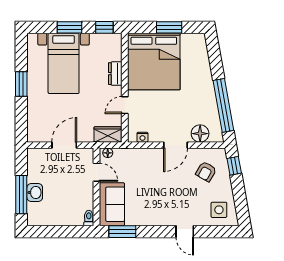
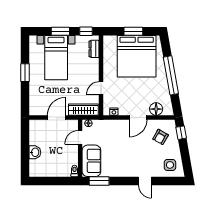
bed: (154, 62) -> (137, 56), moved
dresser: (115, 74) -> (94, 49), moved
window: (223, 105) -> (171, 75), moved
wardrobe: (108, 134) -> (83, 110), width x1.50
door: (96, 172) -> (80, 137), swing flipped
window: (21, 195) -> (25, 154), removed

